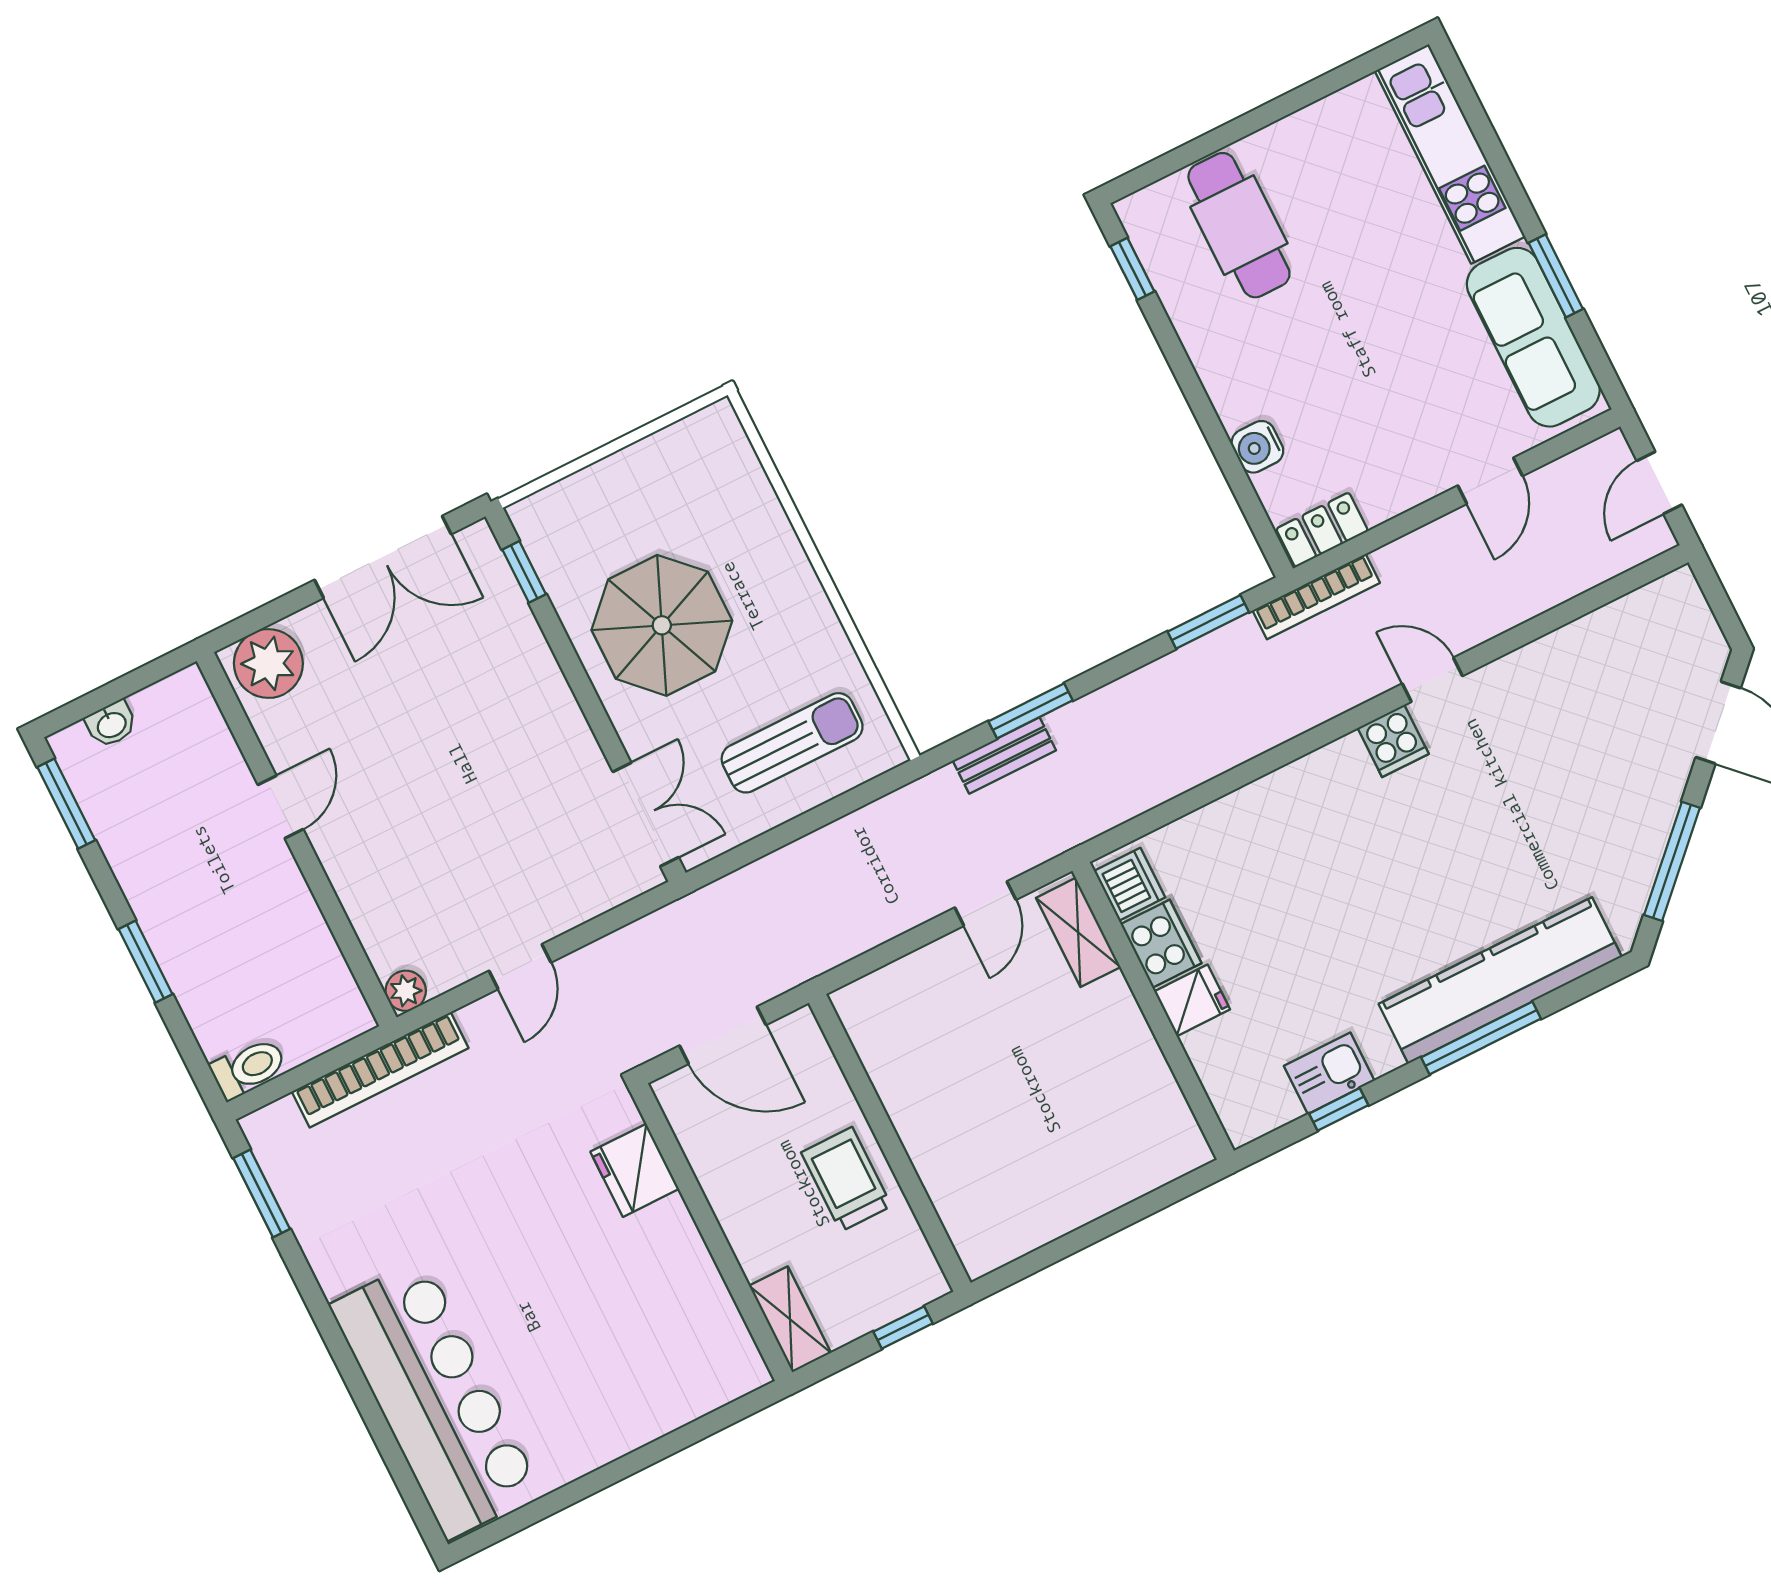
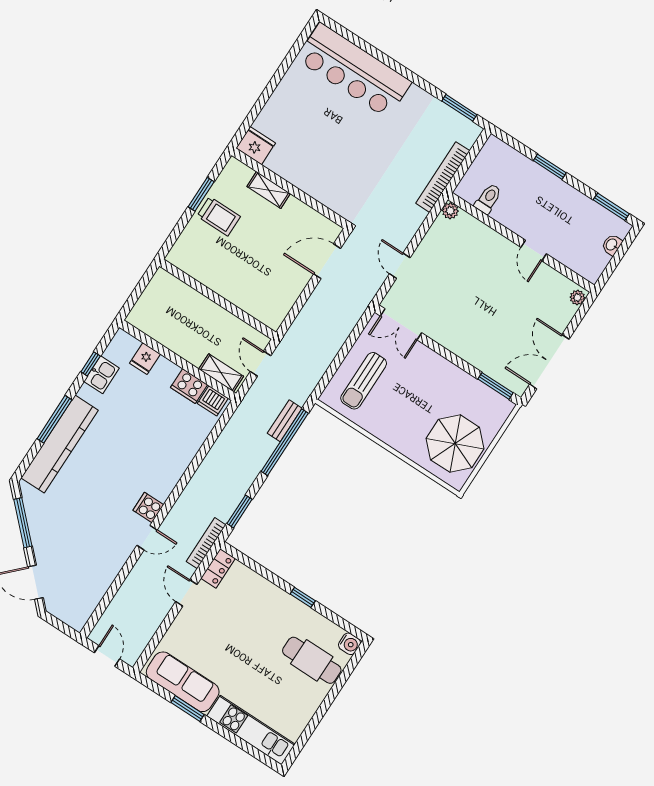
window: (1132, 269) -> (303, 597), moved
water cooler: (1257, 447) -> (349, 644), moved, turned 90
door: (1490, 481) -> (186, 593), moved
window: (524, 572) -> (496, 386), width x1.50
parasol: (662, 625) -> (455, 444), moved
plant: (268, 663) -> (577, 297), width x0.53, depth x0.53
window: (1031, 711) -> (285, 442), width x2.11
door: (520, 967) -> (400, 266), moved
fridge: (1192, 1000) -> (145, 359), moved
toilet: (249, 1068) -> (488, 199), moved, turned 180
wall: (890, 1143) -> (218, 299), moved
fridge: (635, 1170) -> (256, 146), moved
trolley: (846, 1179) -> (219, 216), moved
shelving: (790, 1319) -> (269, 190), moved
window: (903, 1327) -> (201, 194), width x1.50

